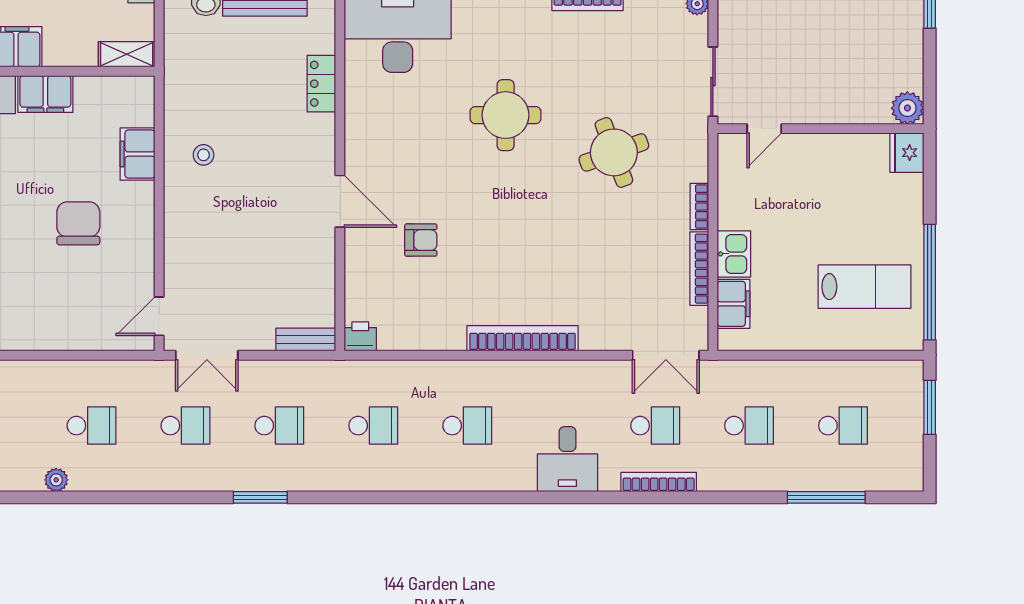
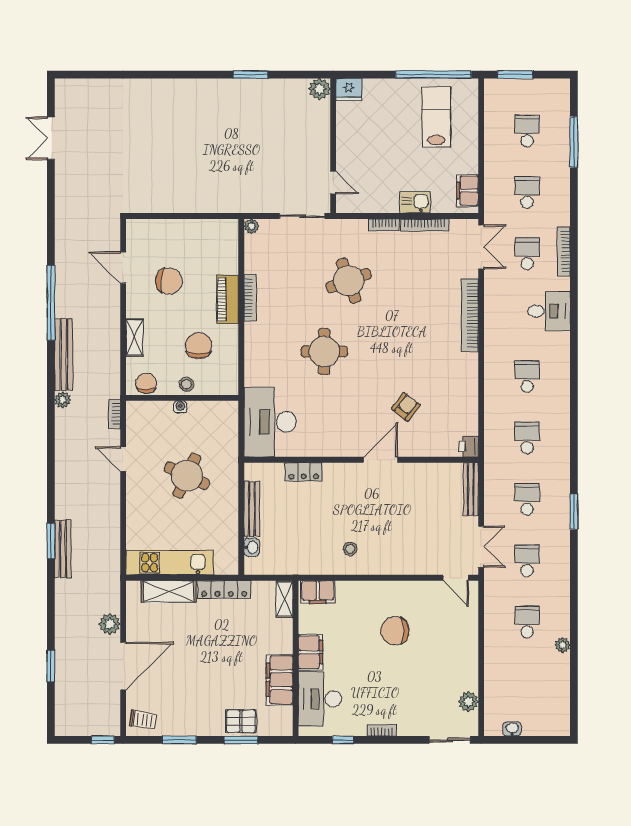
filing cabinet: (137, 154) -> (318, 592), moved
armchair: (421, 240) -> (406, 407), turned 38
filing cabinet: (734, 304) -> (468, 191), moved, turned -90
bookcase: (523, 338) -> (470, 315), moved
bench: (306, 340) -> (471, 489), width x1.36

